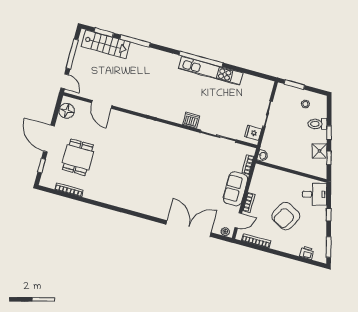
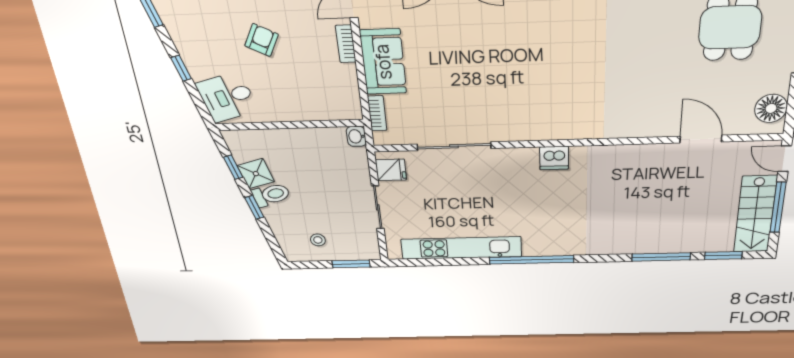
stairs: (106, 44) -> (755, 214), moved, turned -90
kitchen unit: (211, 71) -> (461, 248), moved
dishwasher: (191, 120) -> (554, 158), moved
toilet: (317, 124) -> (271, 195), moved
armchair: (286, 216) -> (262, 40), width x0.53, depth x0.53

